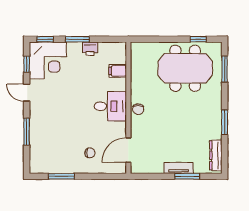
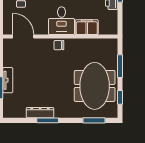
window: (162, 39) -> (120, 66), added
filing cabinet: (118, 71) -> (87, 27), width x2.00
dresser: (216, 155) -> (40, 113), moved

